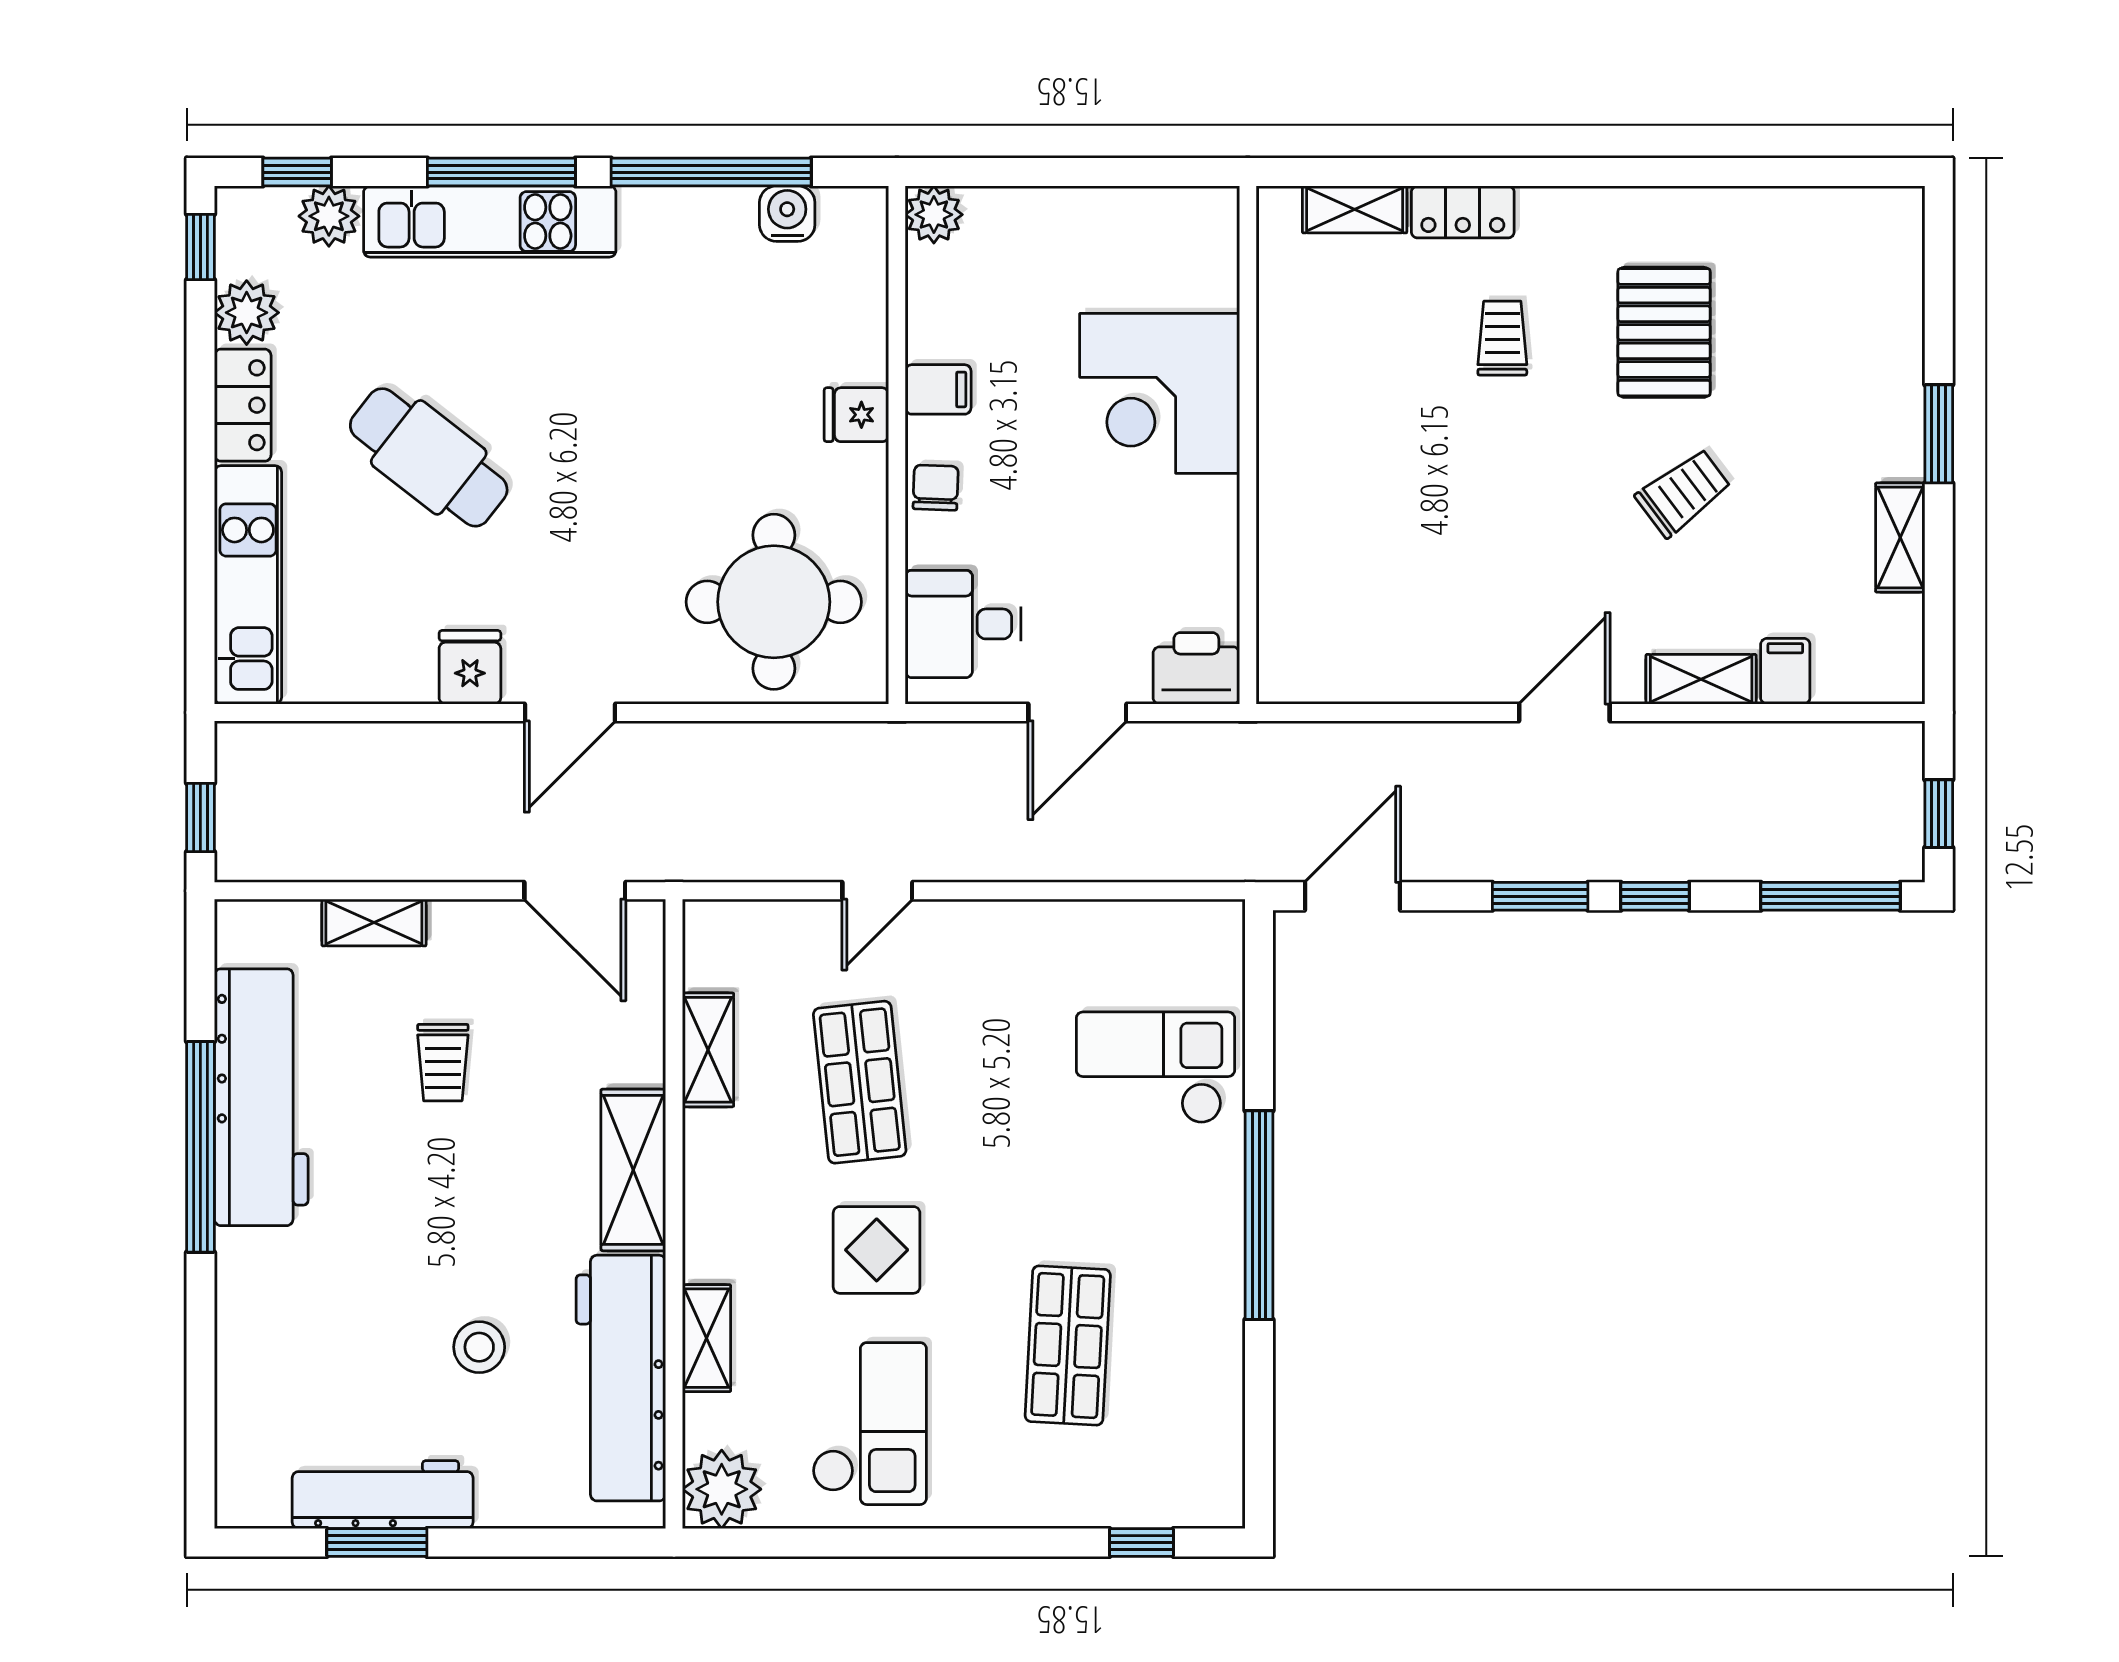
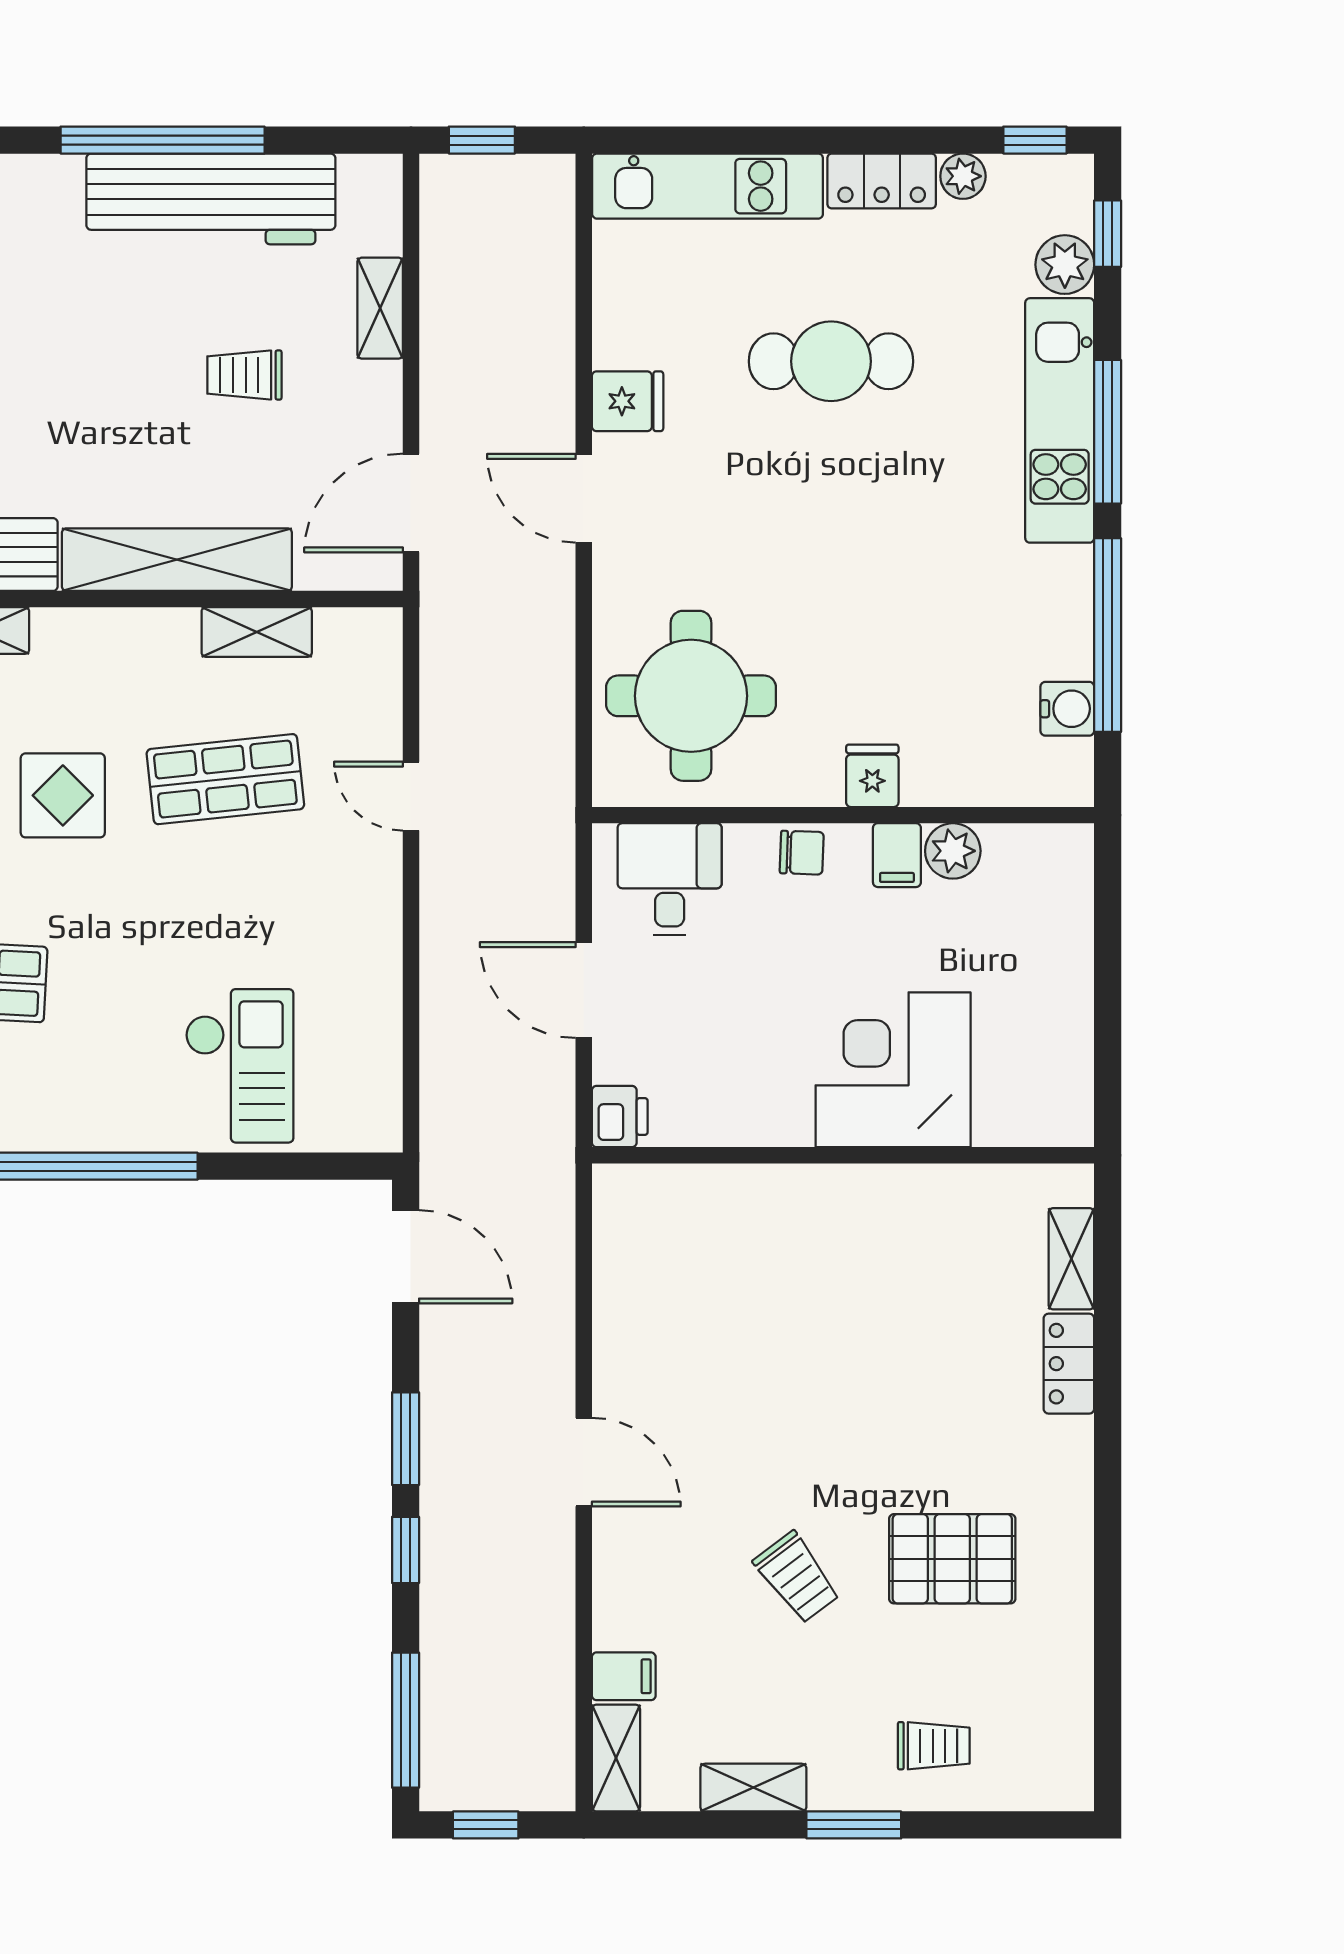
plant: (934, 215) -> (953, 851), moved
plant: (247, 313) -> (963, 176), width x0.73, depth x0.73
trolley: (1502, 338) -> (934, 1746), moved
cafe table: (429, 457) -> (831, 361), turned 52
printer: (1196, 668) -> (620, 1117), width x0.73, depth x0.81
shelving: (1701, 679) -> (616, 1758), moved
shelving: (633, 1170) -> (177, 560), width x1.47

